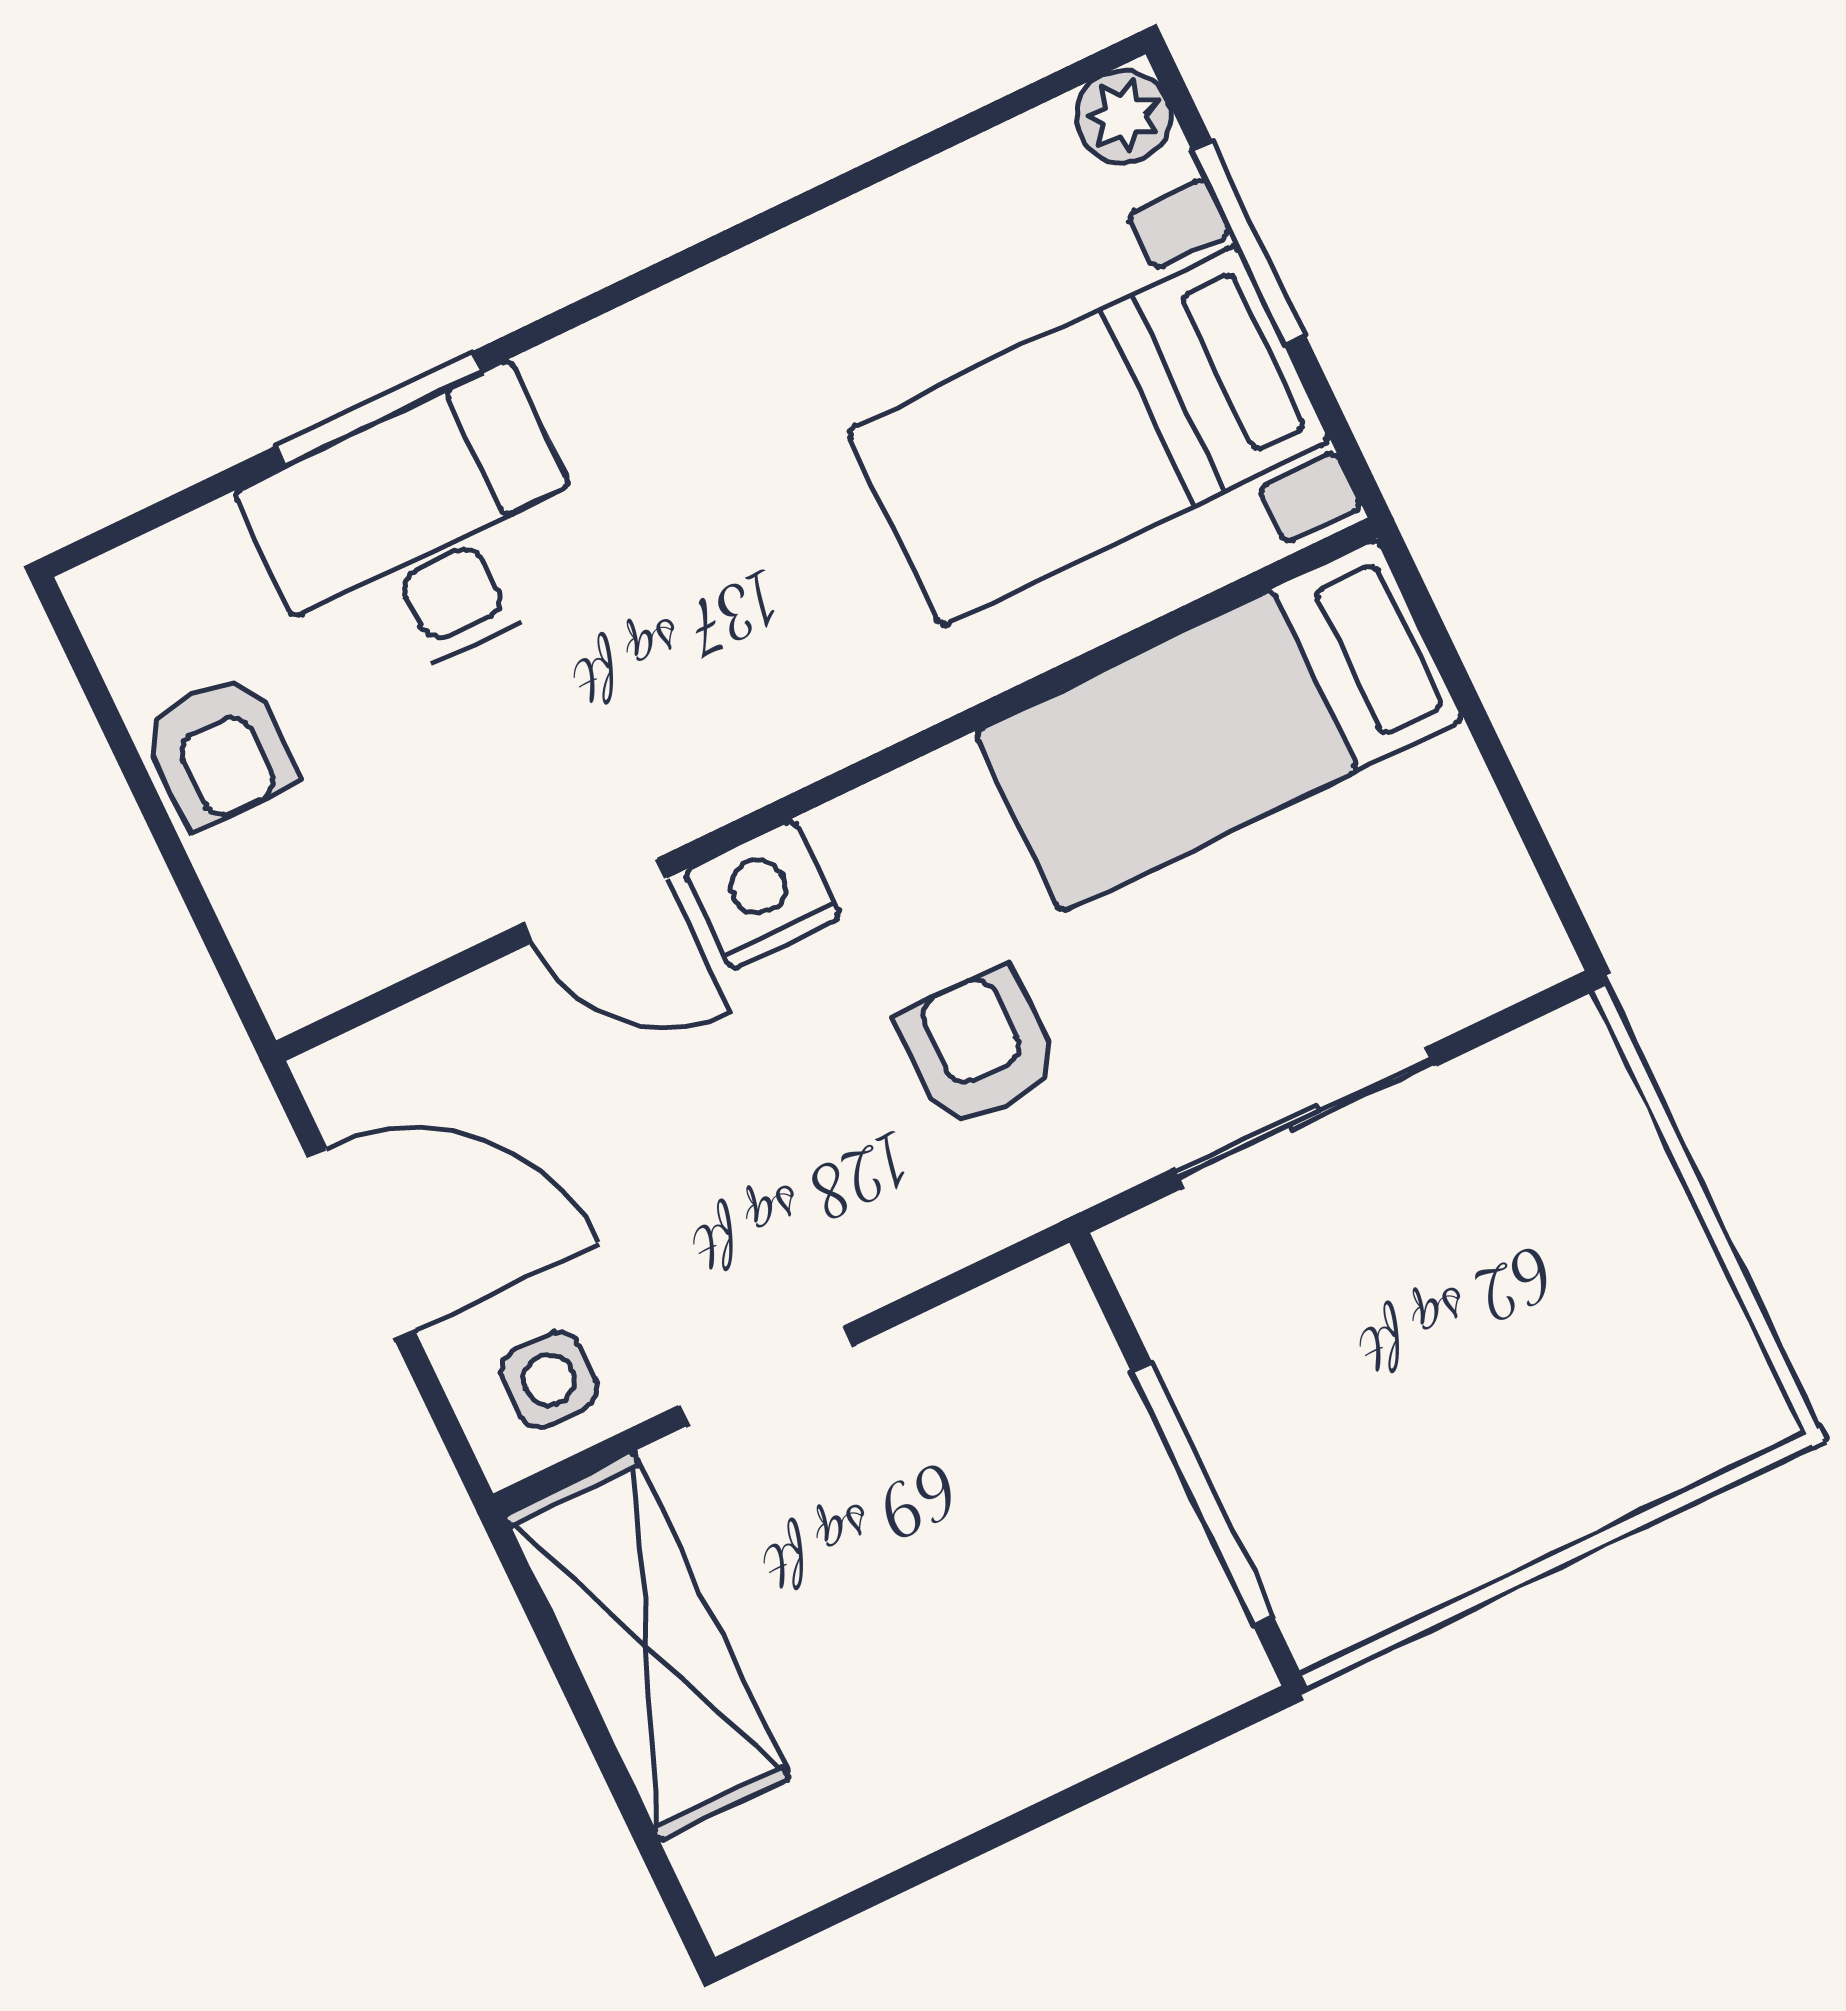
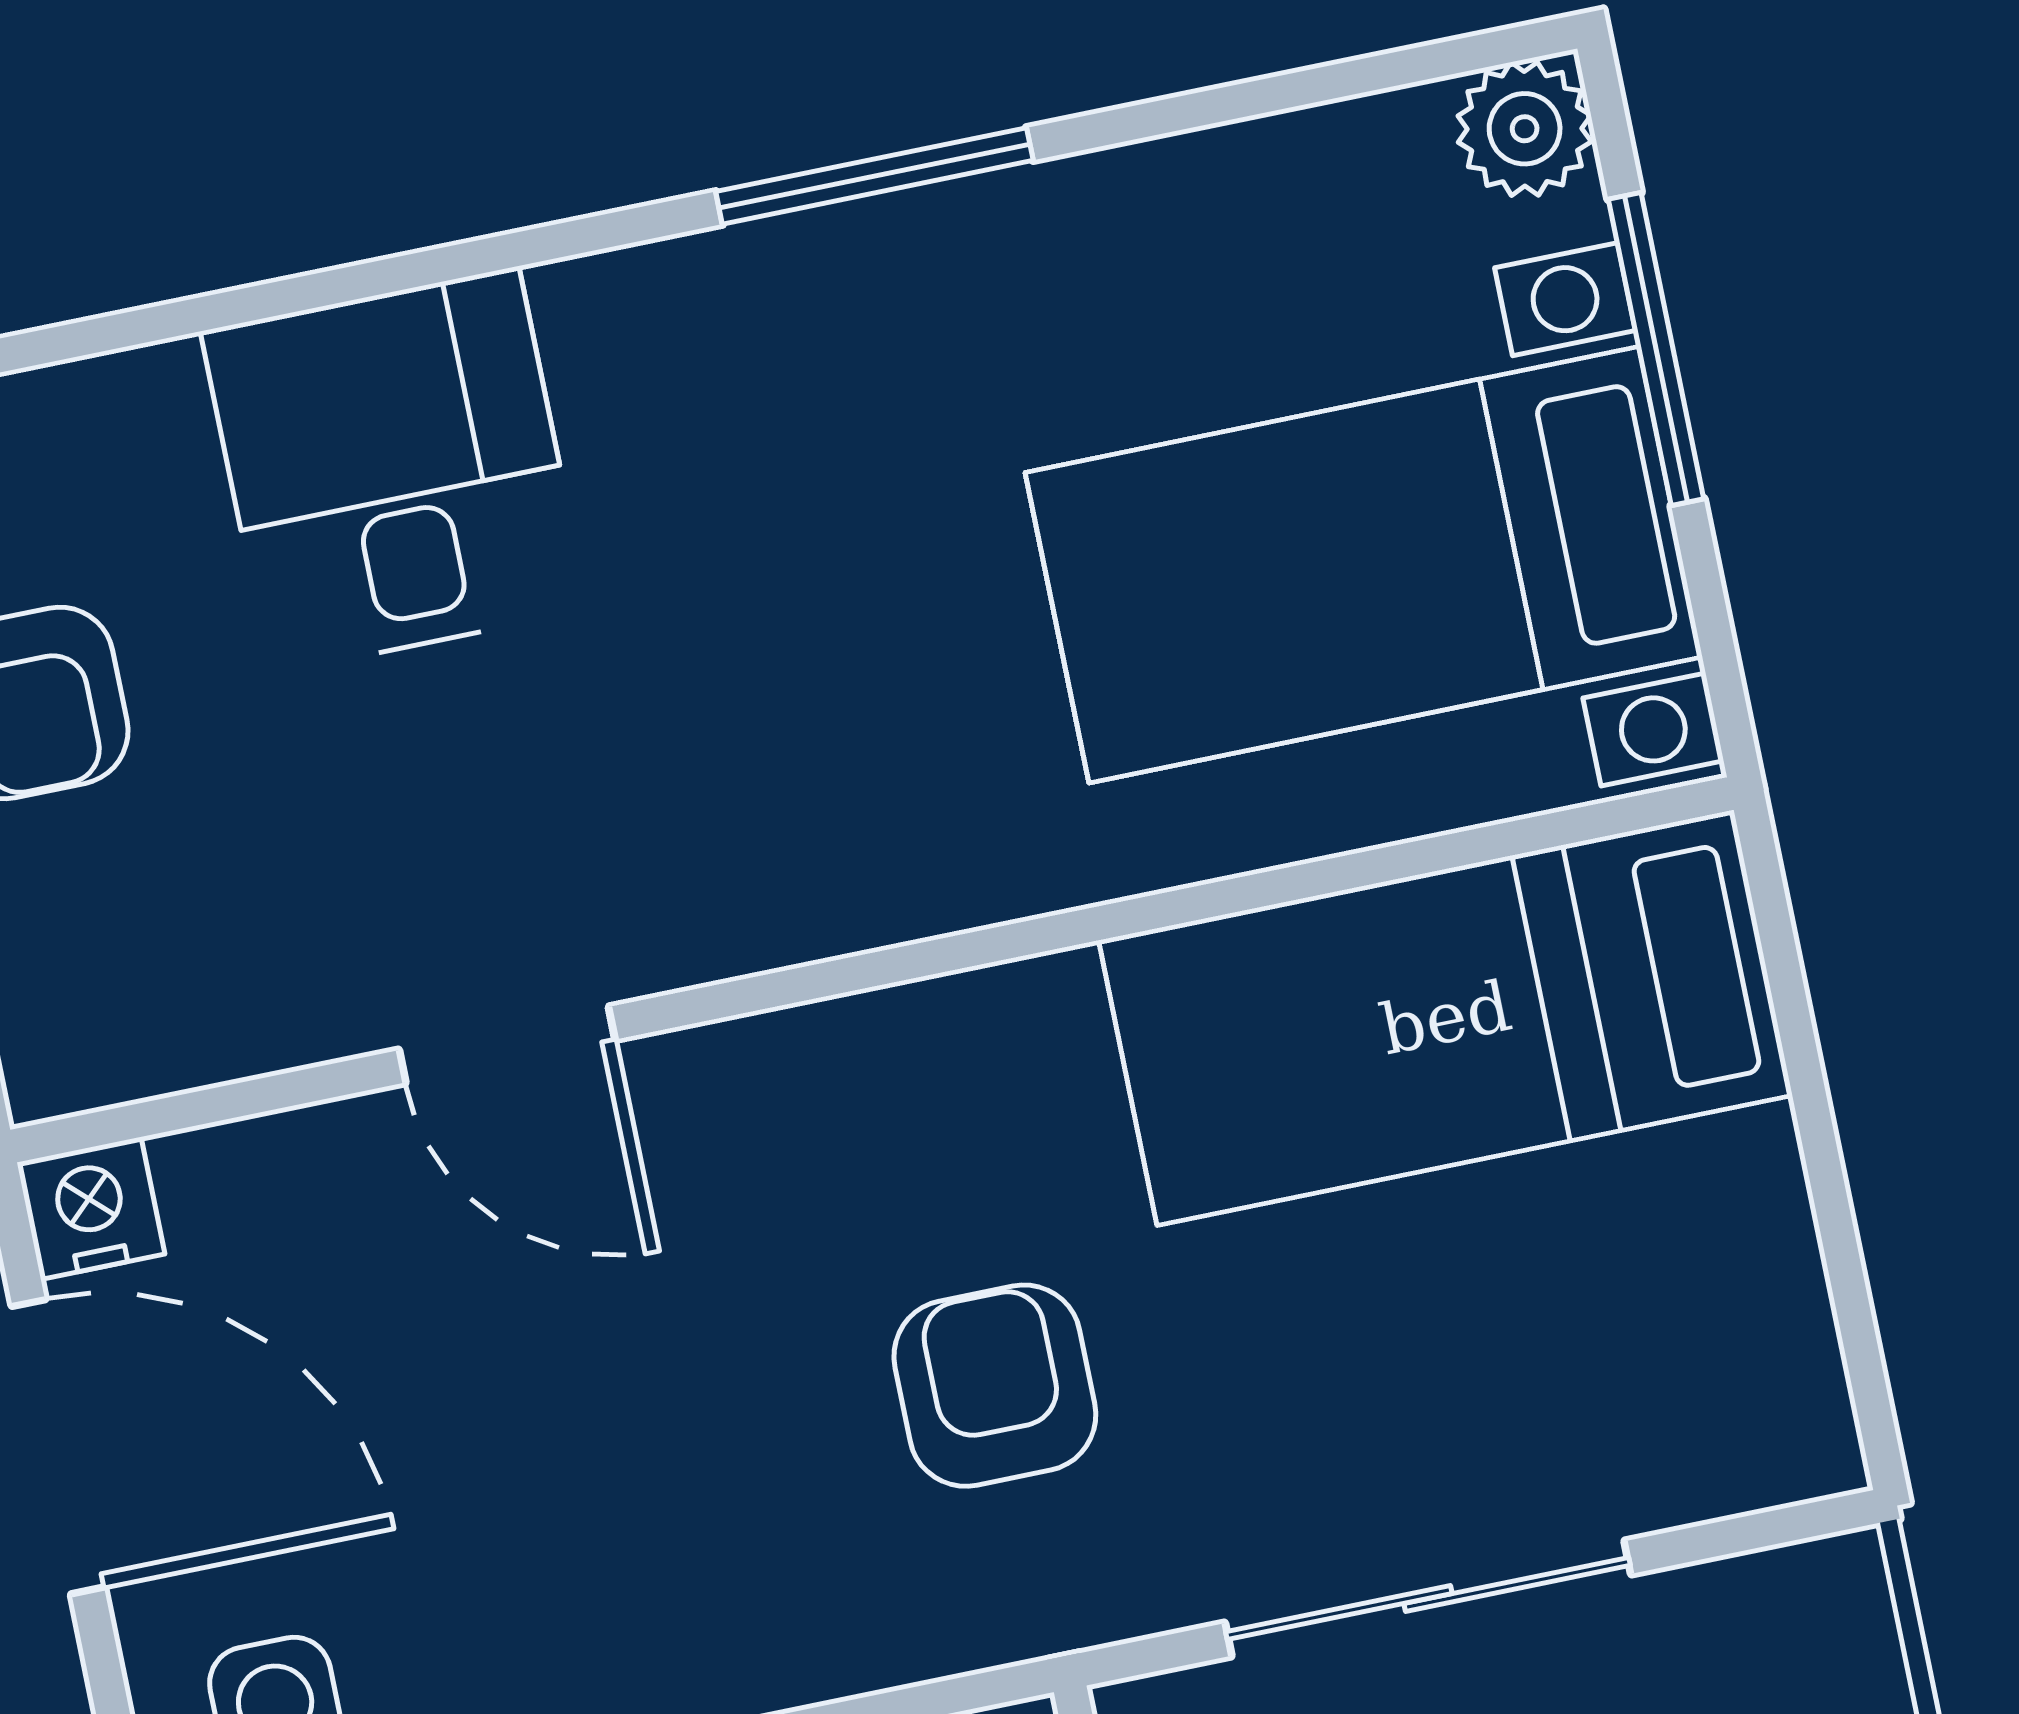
window: (378, 409) -> (874, 176), moved
desk: (424, 534) -> (395, 470), width x0.73
nightstand: (762, 895) -> (91, 1208), moved, width x0.72, depth x0.74

